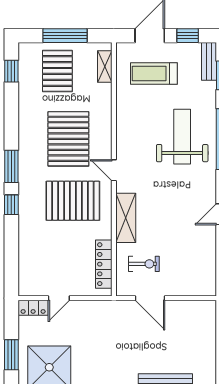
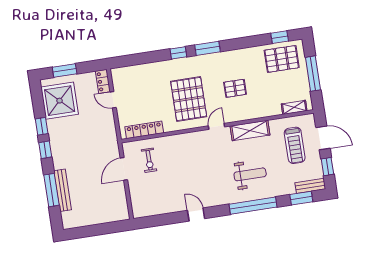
pallet: (57, 71) -> (282, 59), moved
treadmill: (154, 73) -> (295, 145), turned 180
weight bench: (182, 137) -> (250, 174), width x0.73, depth x0.75
pallet: (68, 139) -> (235, 88), width x0.49, depth x0.50
shelving: (126, 218) -> (250, 131), moved

